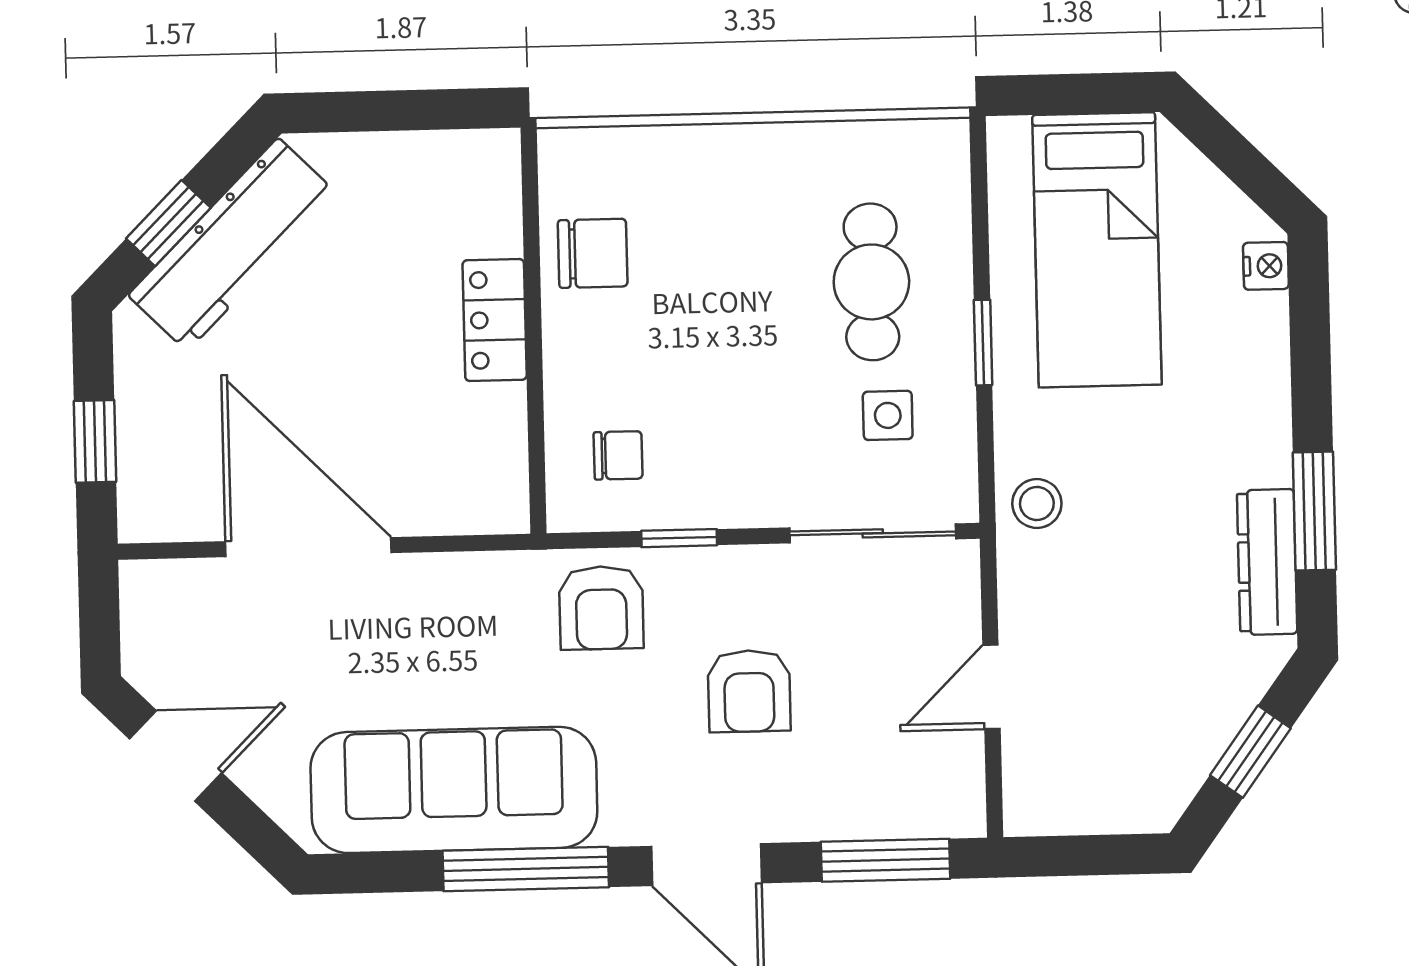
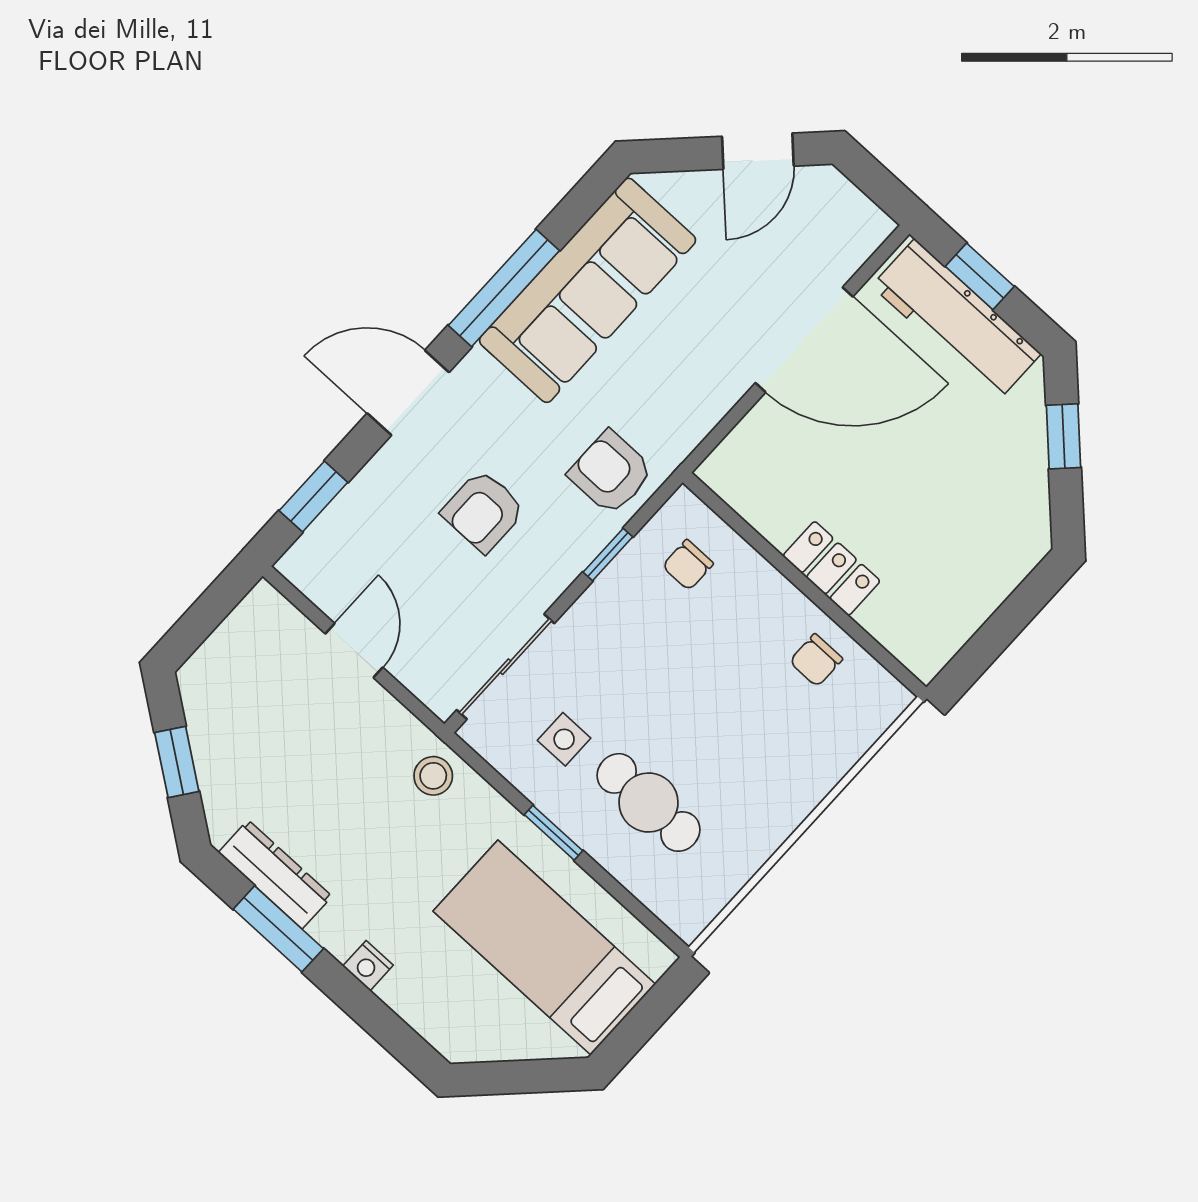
workbench: (233, 244) -> (956, 320), moved, turned -45
chair: (593, 253) -> (816, 660), width x0.73, depth x0.73
nightstand: (1266, 266) -> (368, 966), moved
armchair: (749, 691) -> (483, 511), turned -90
window: (885, 860) -> (313, 496), width x0.67

